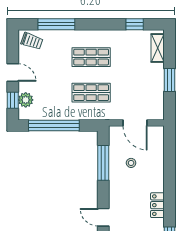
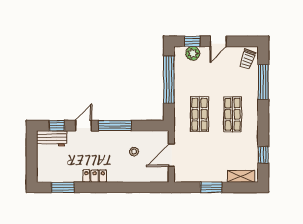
window: (103, 163) -> (115, 126), moved

